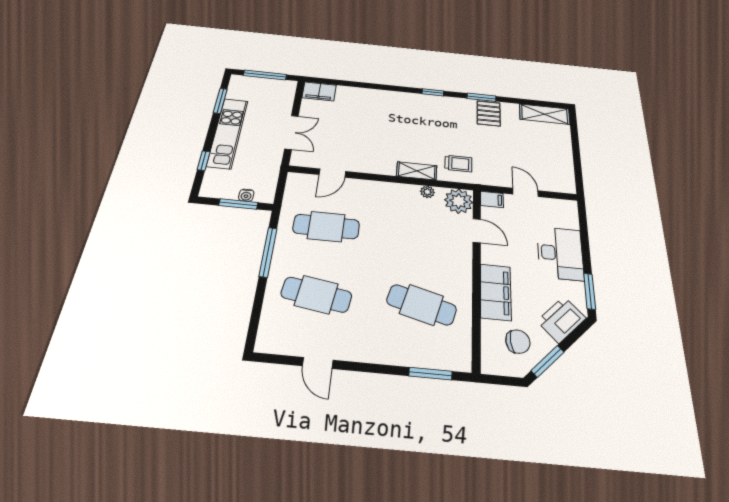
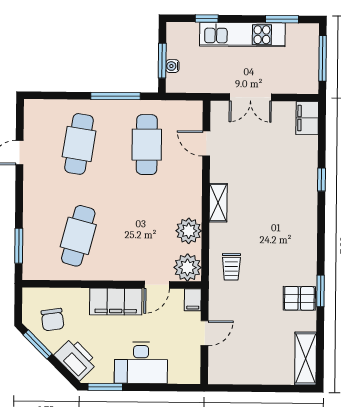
window: (433, 92) -> (322, 180), moved
shelving: (417, 171) -> (218, 203), moved
plant: (427, 192) -> (189, 231), width x1.87, depth x1.87
filing cabinet: (496, 292) -> (116, 302), moved

